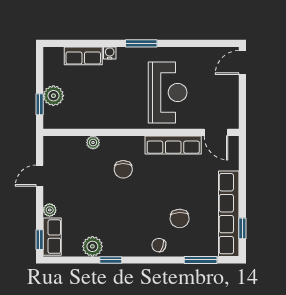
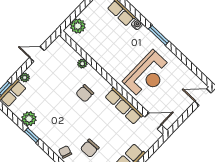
plant: (53, 96) -> (78, 26), moved
window: (40, 104) -> (73, 16), removed
door: (216, 132) -> (153, 121), swing flipped

